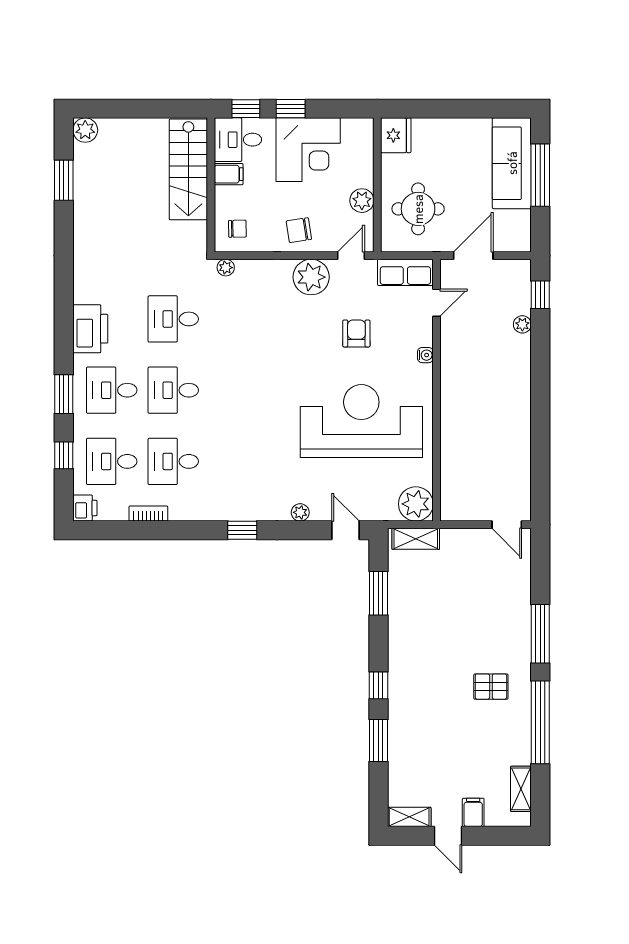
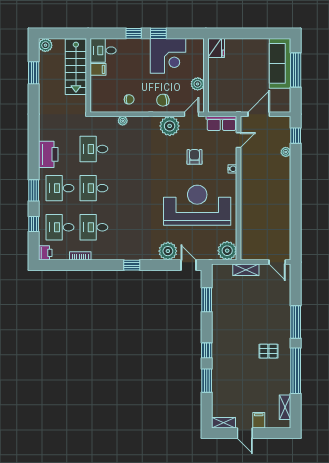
desk: (238, 140) -> (103, 50), moved
stairs: (188, 169) -> (76, 67), moved
filing cabinet: (229, 174) -> (98, 69), moved
wall: (211, 185) -> (88, 75), moved
round table: (418, 209) -> (228, 88), removed
plant: (300, 512) -> (168, 251), width x1.87, depth x1.87
shelving: (416, 539) -> (246, 270), moved

